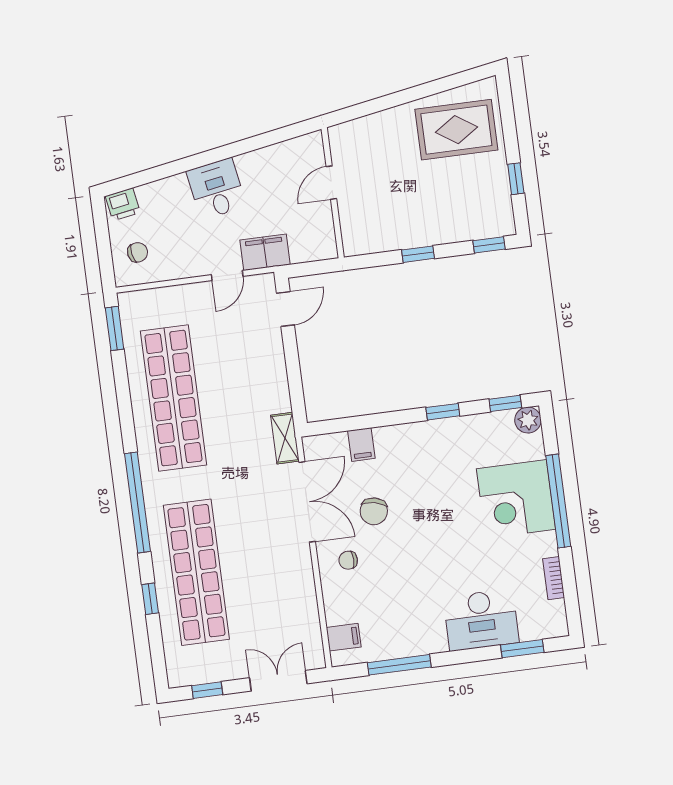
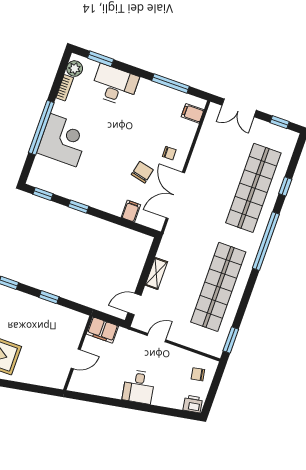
filing cabinet: (265, 252) -> (102, 330), moved
plant: (528, 420) -> (75, 69), moved
shelving: (285, 438) -> (156, 273), moved

